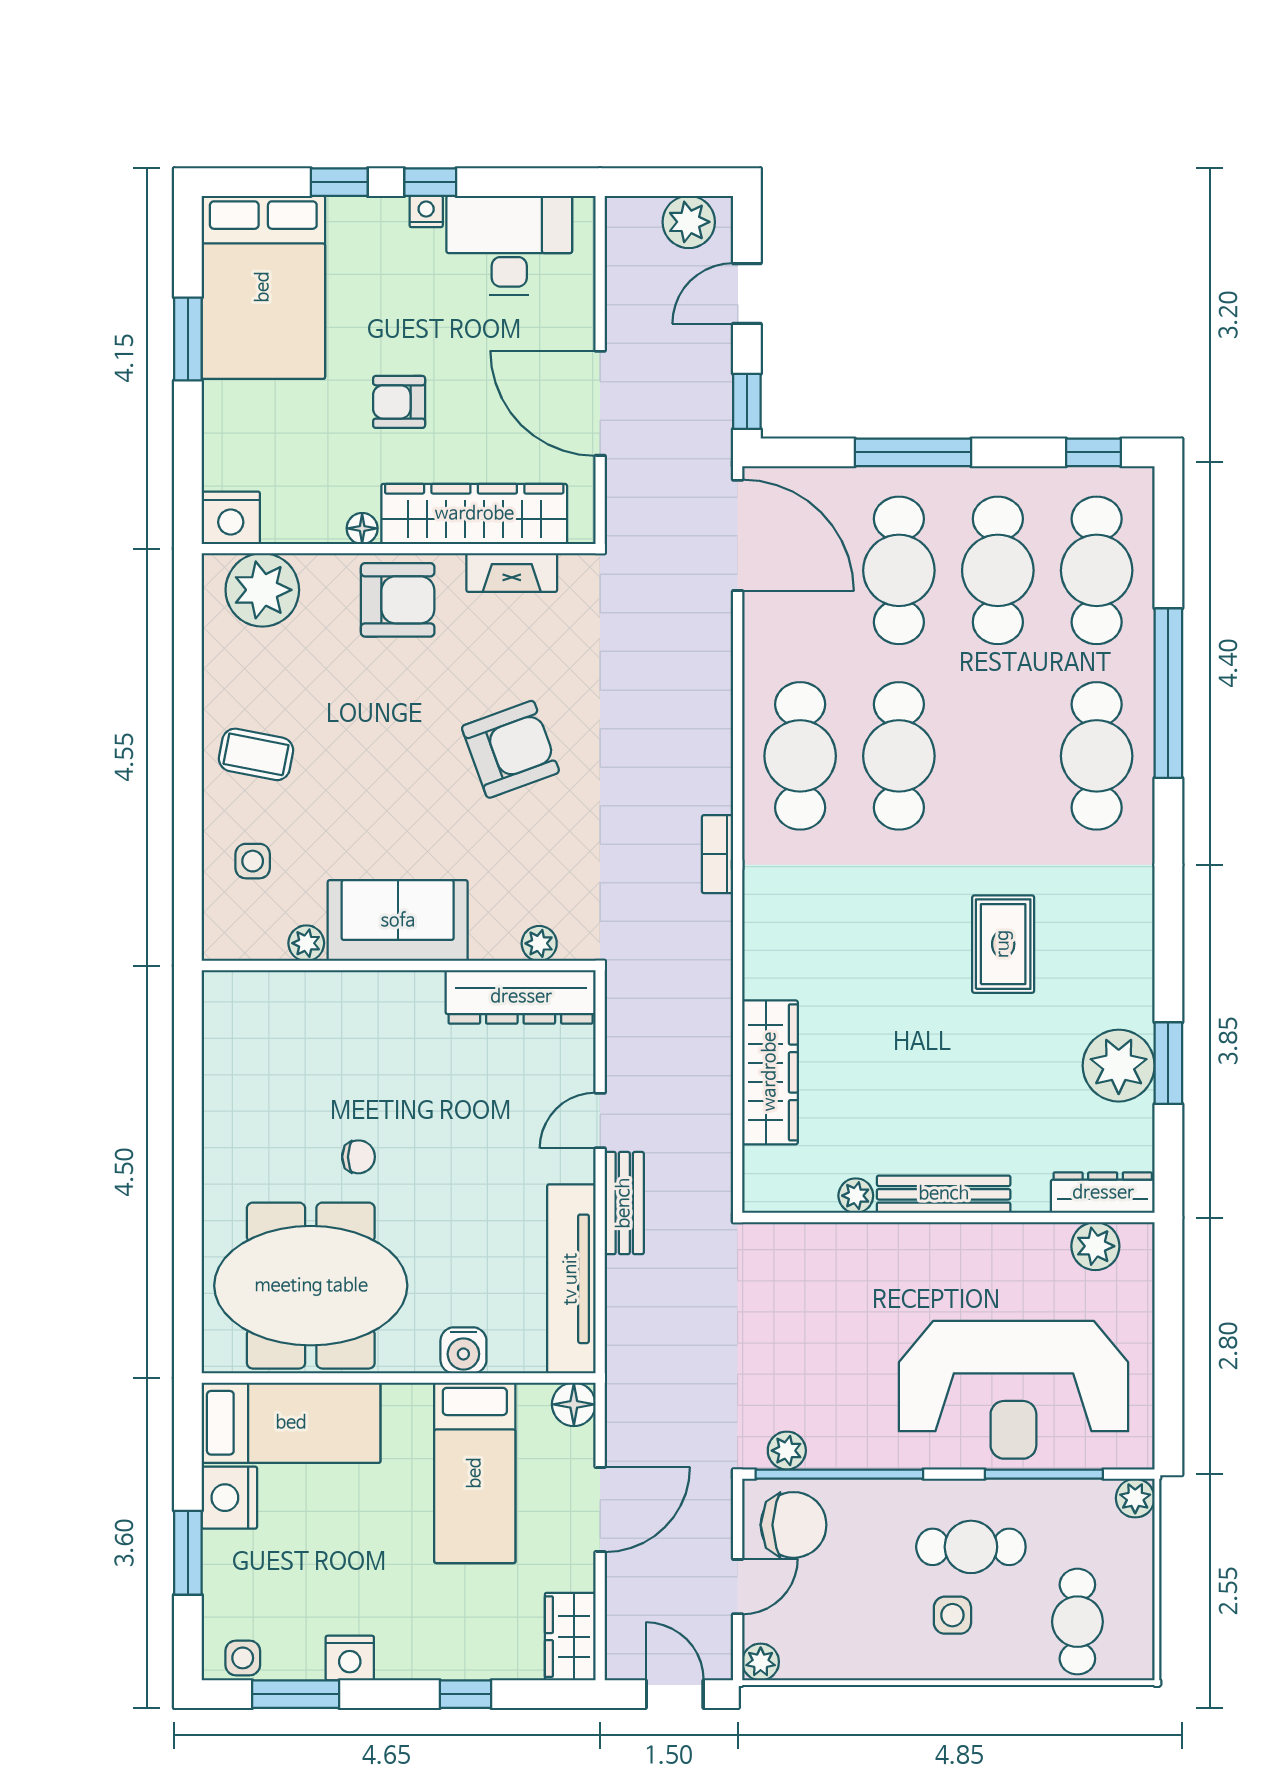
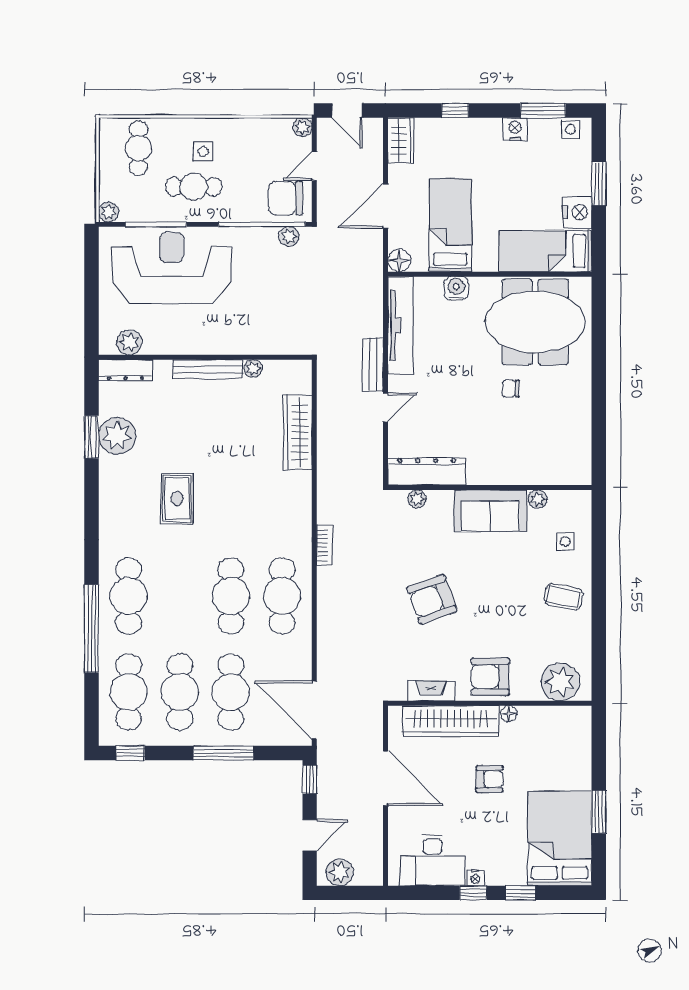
nightstand: (231, 518) -> (577, 719), removed

